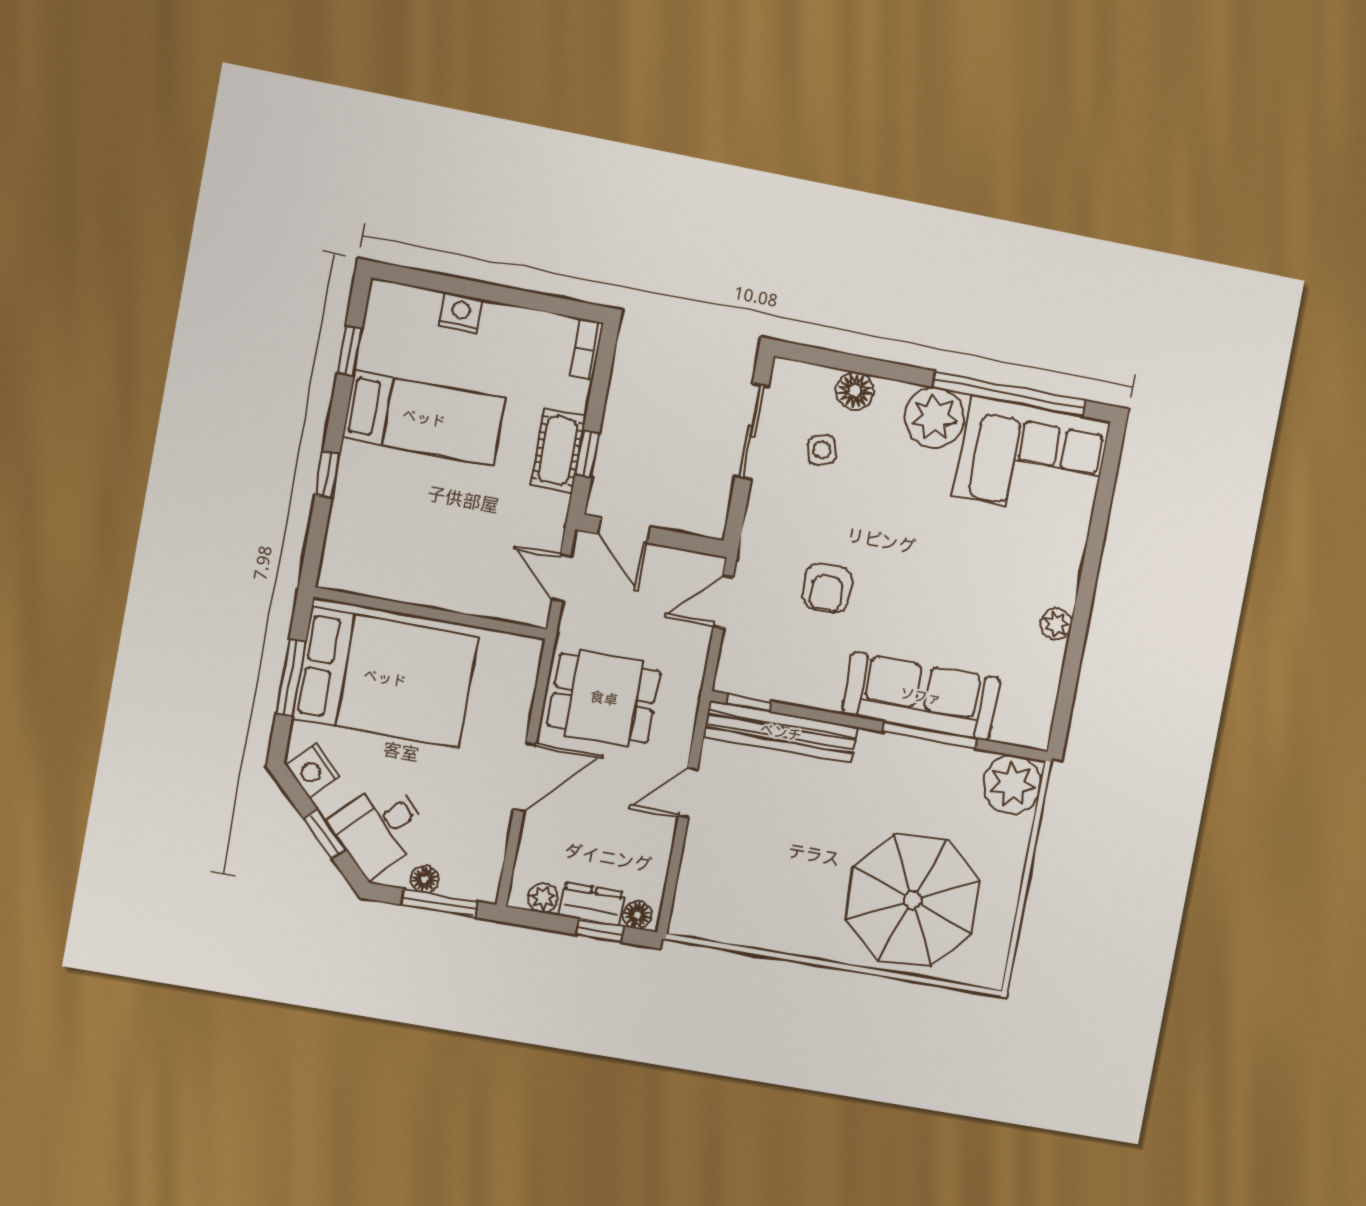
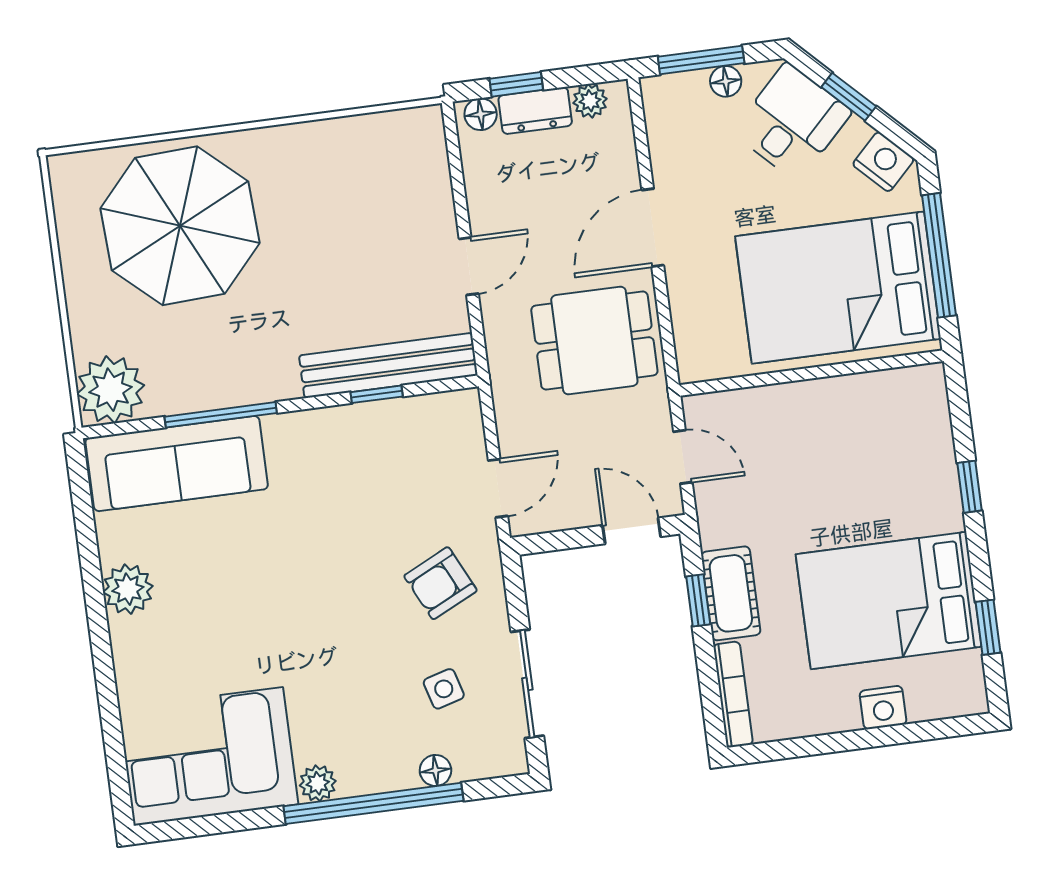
bookcase: (587, 349) -> (733, 694), width x1.56
floor lamp: (855, 391) -> (435, 770), width x0.73, depth x0.73
window: (1009, 394) -> (373, 803), moved
bed: (424, 418) -> (889, 600), width x1.50
plant: (934, 418) -> (318, 783), width x0.53, depth x0.53
armchair: (827, 588) -> (440, 583), moved, turned -116
plant: (1056, 624) -> (128, 589), width x1.38, depth x1.38
window: (291, 677) -> (939, 255), width x1.44
sofa: (921, 696) -> (177, 464), moved
window: (749, 703) -> (377, 394), moved

